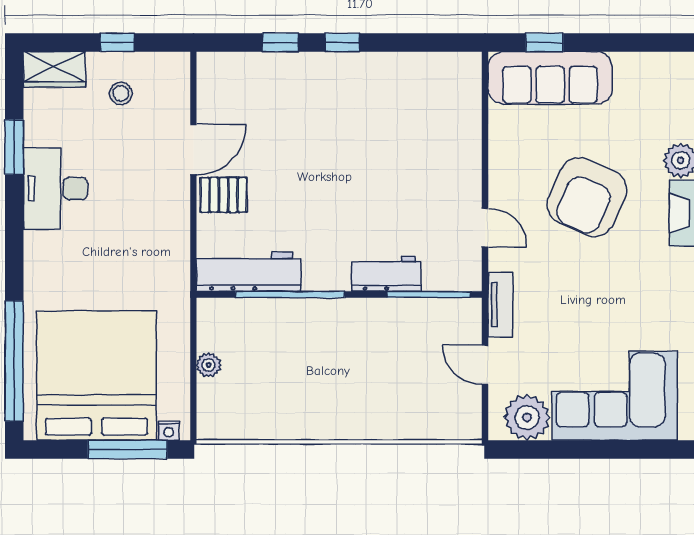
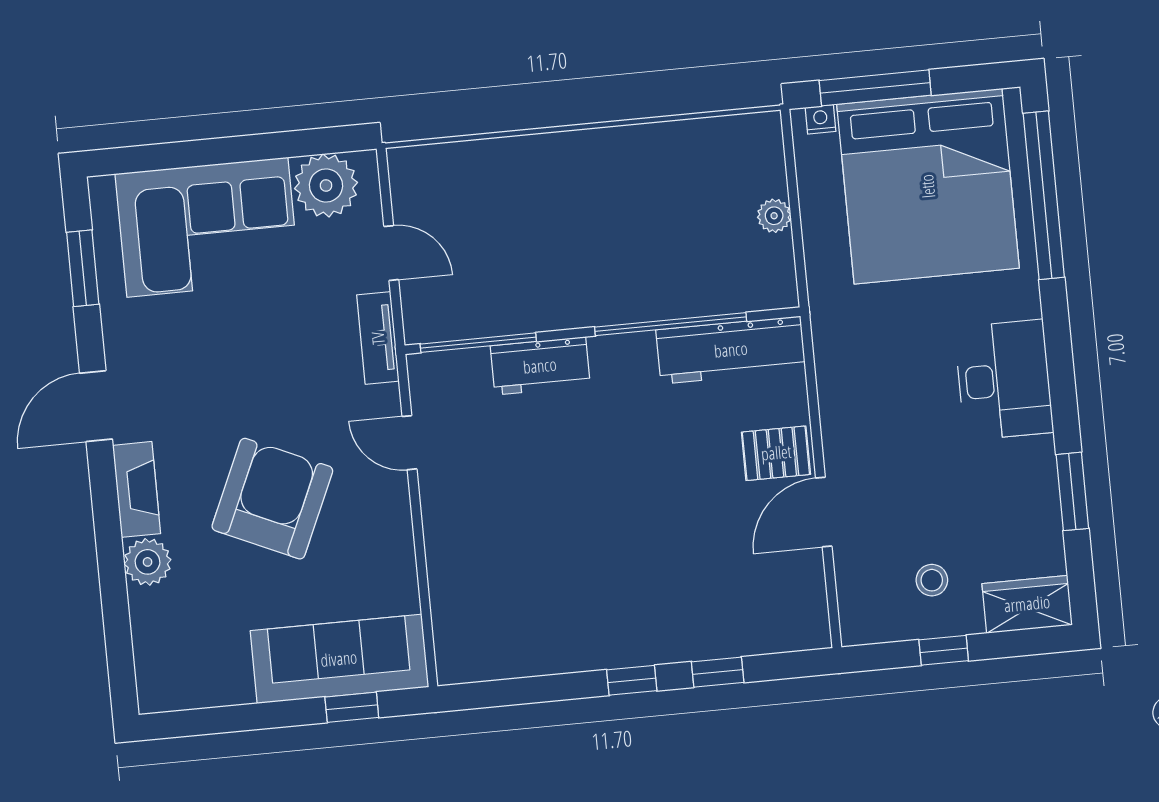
desk: (55, 189) -> (1004, 380), moved

